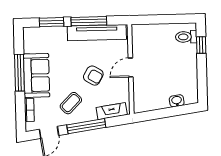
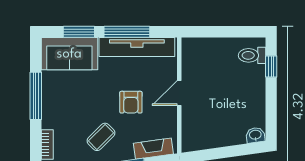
sofa: (36, 75) -> (69, 54), moved, turned 90
armchair: (93, 76) -> (131, 102), turned 60
washbasin: (177, 101) -> (255, 135), moved

